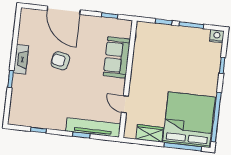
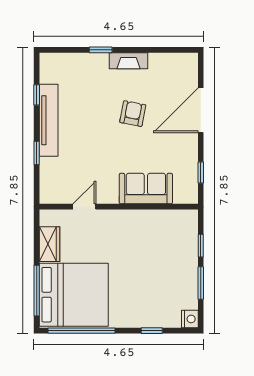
tv unit: (93, 127) -> (49, 120), moved

